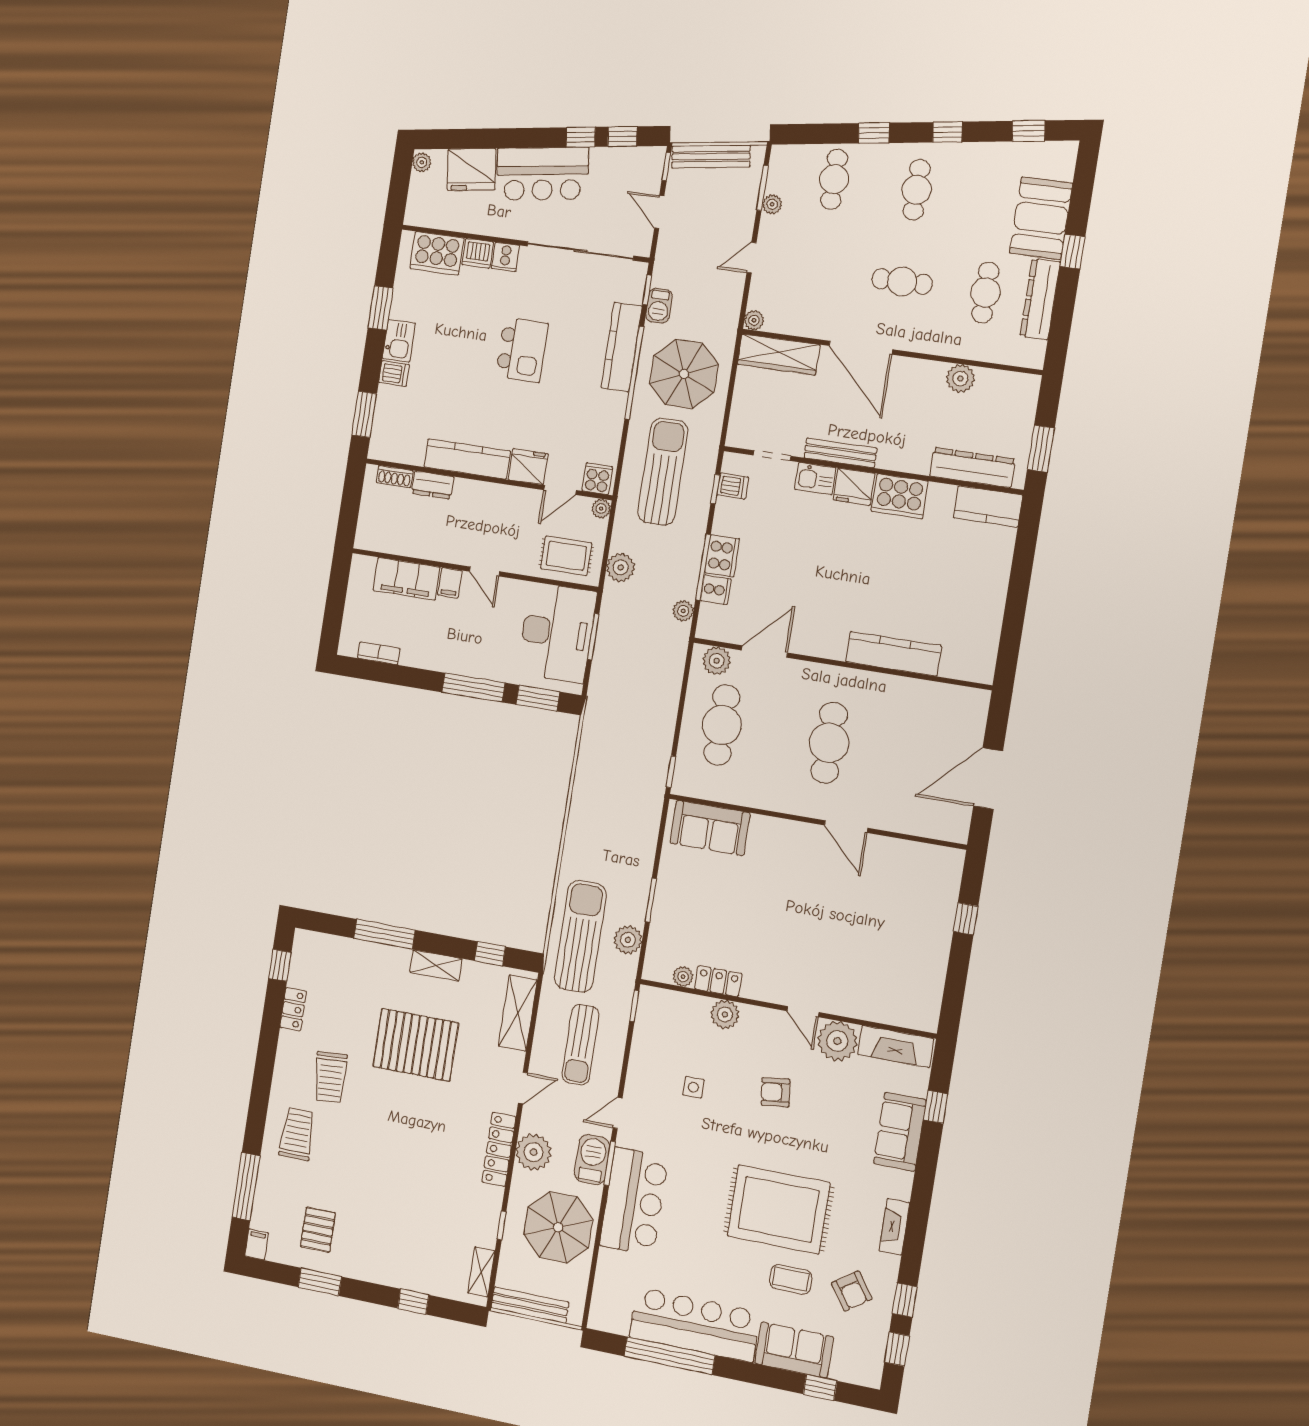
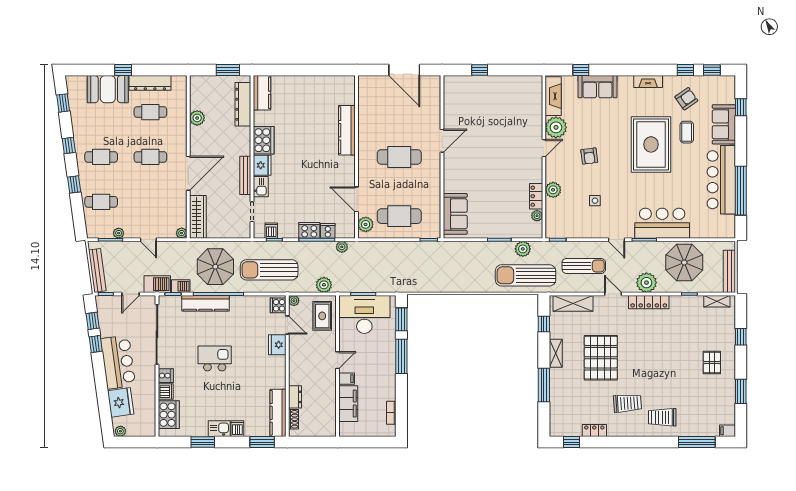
cafe table: (902, 281) -> (150, 157), turned 90
kitchen counter: (467, 459) -> (278, 413), moved
barbecue: (592, 1160) -> (157, 284), moved, turned 180
pallet: (318, 1230) -> (712, 363), moved, turned 90

